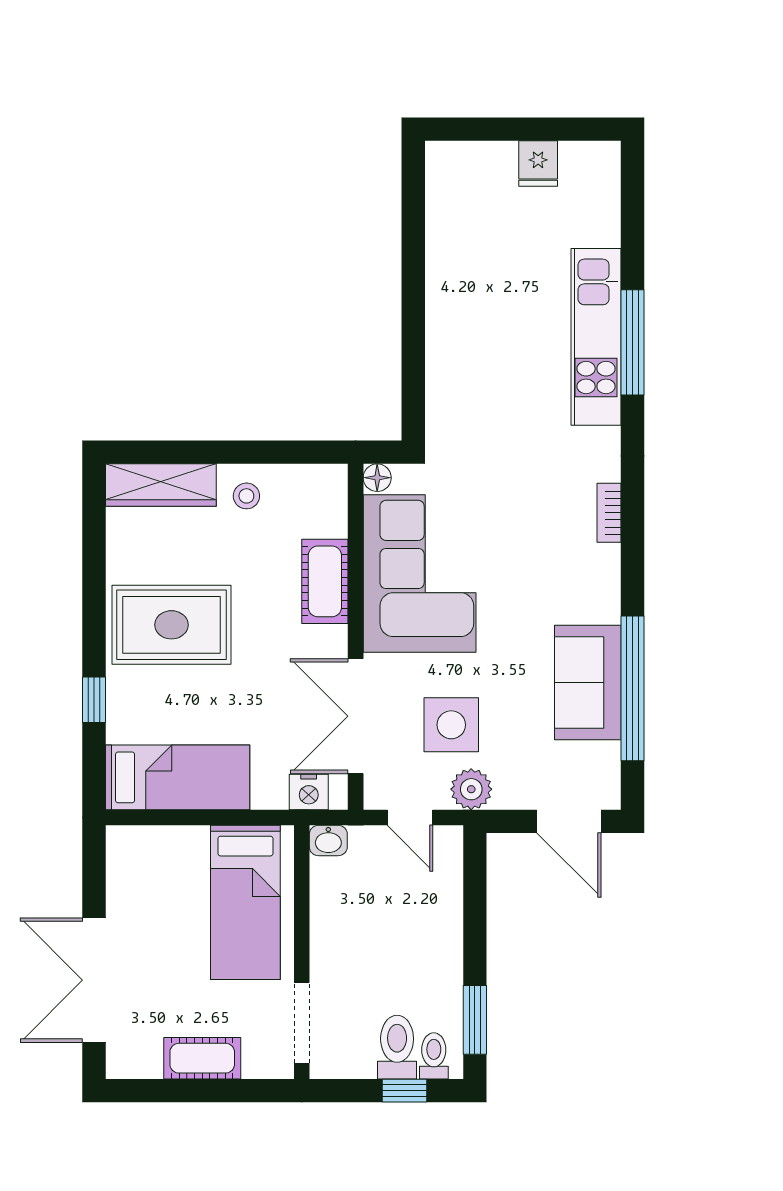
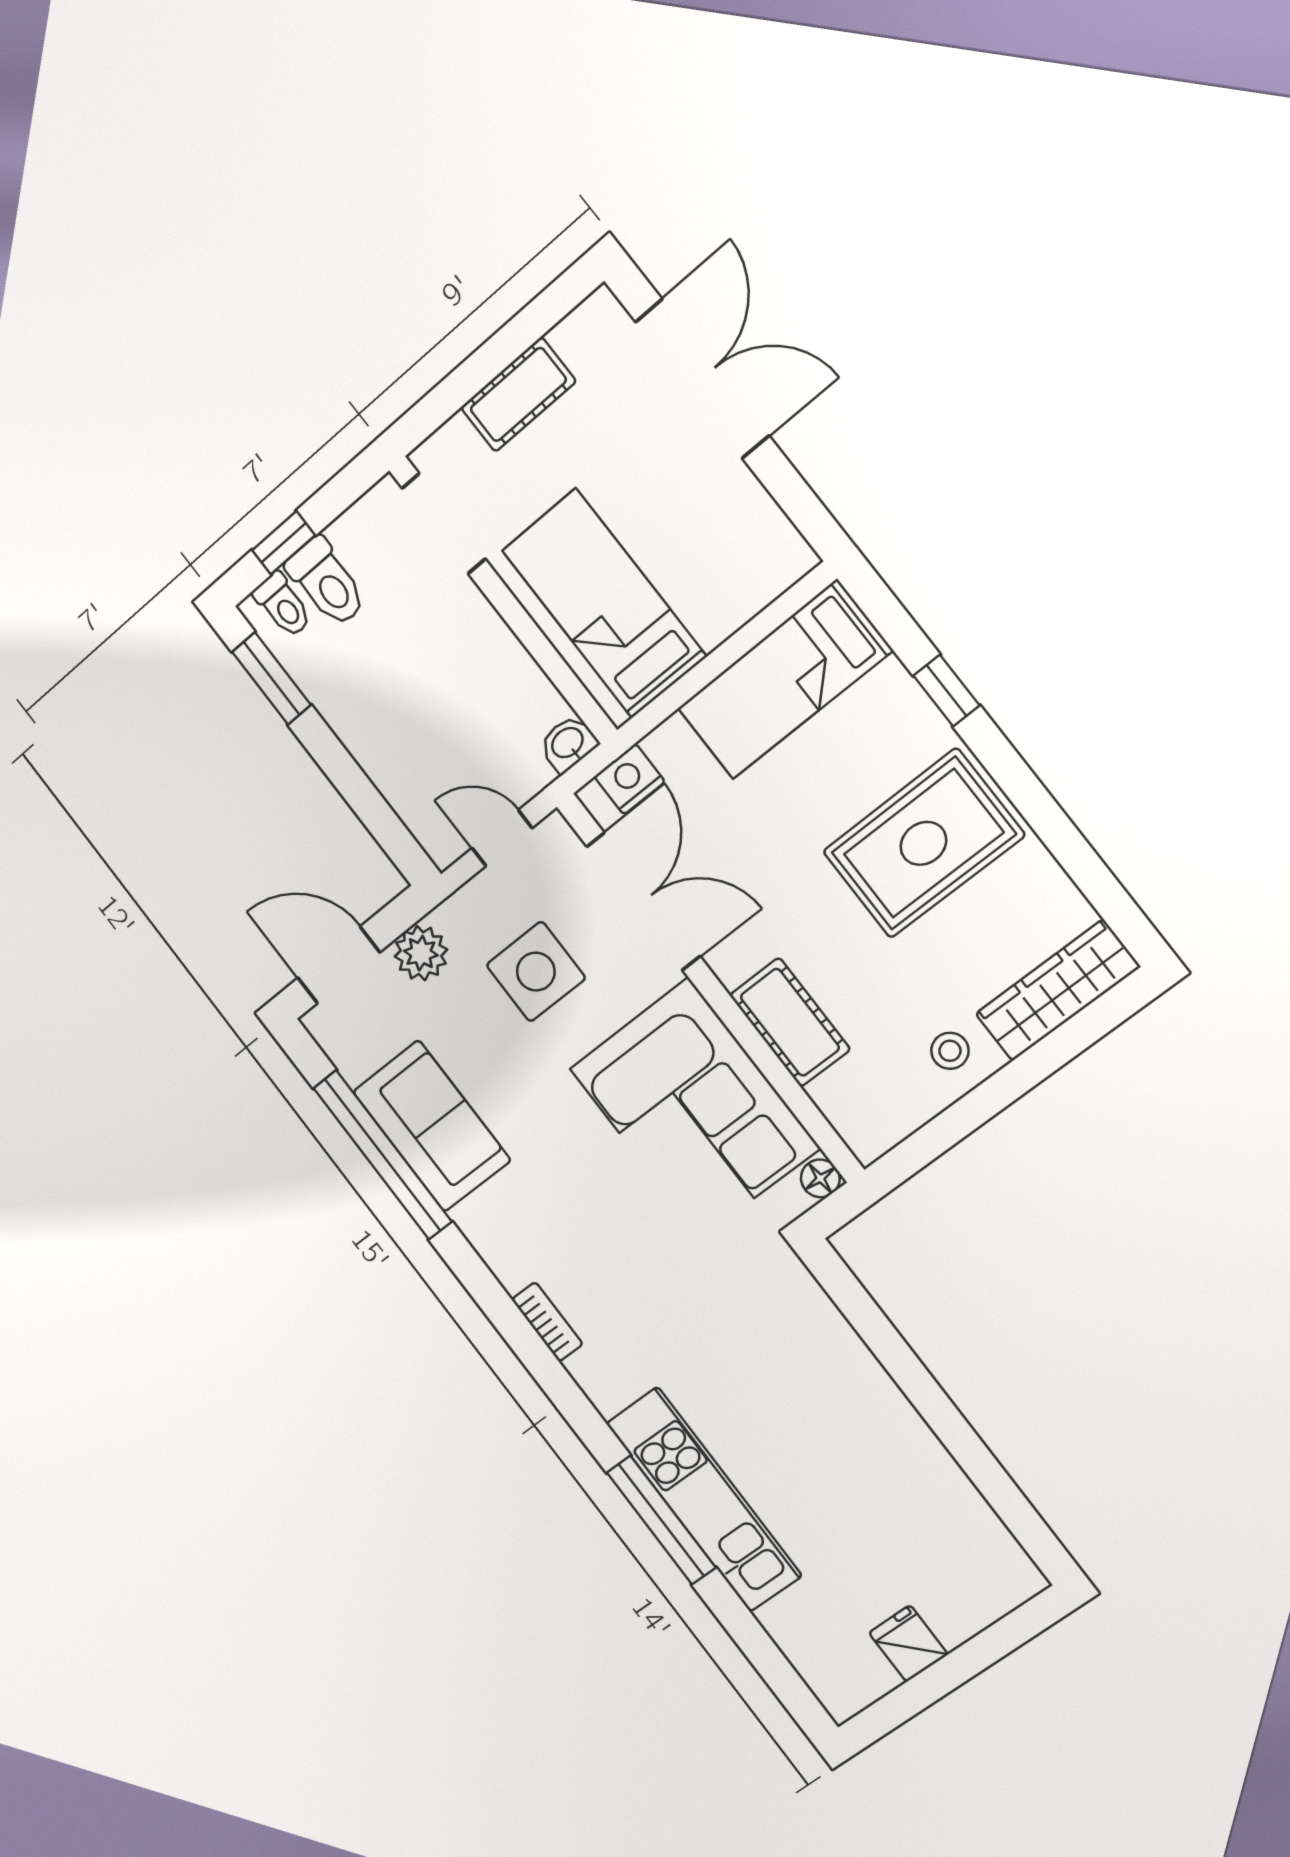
plant: (471, 789) -> (421, 953), moved

